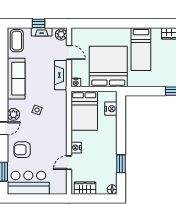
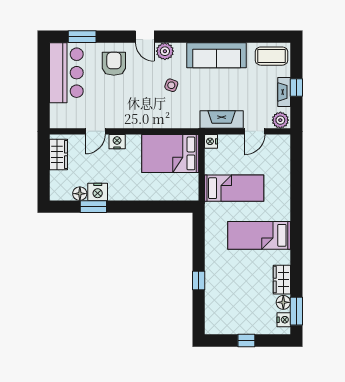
bed: (108, 66) -> (234, 188), width x0.49
nightstand: (111, 109) -> (98, 192), moved
door: (69, 163) -> (95, 131), swing flipped
floor lamp: (112, 189) -> (80, 194), moved

